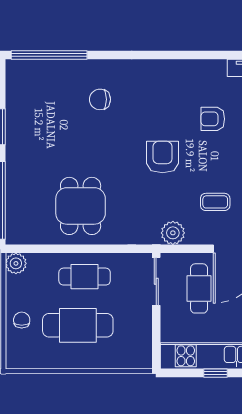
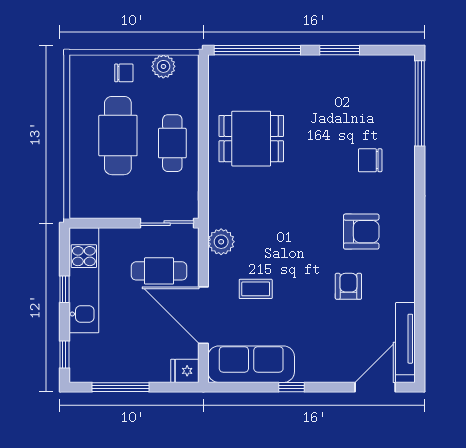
chair: (100, 99) -> (370, 160), turned -90
armchair: (163, 157) -> (361, 232), moved
coffee table: (215, 202) -> (256, 289), turned 90
plant: (16, 263) -> (163, 66), moved

